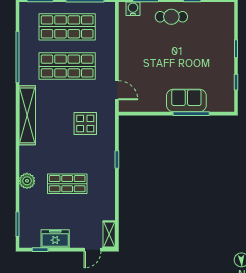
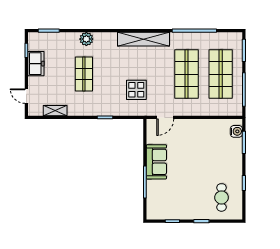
cafe table: (171, 17) -> (221, 197), moved
sofa: (186, 101) -> (156, 162), moved
shelving: (109, 234) -> (55, 111), moved

